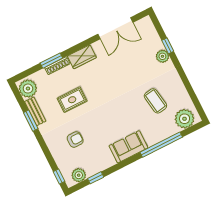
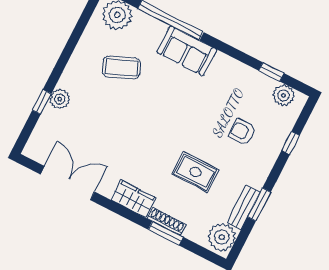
coffee table: (155, 101) -> (121, 67), turned 76
sofa: (128, 147) -> (187, 51), moved
window: (59, 177) -> (291, 143), moved

